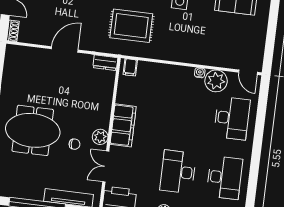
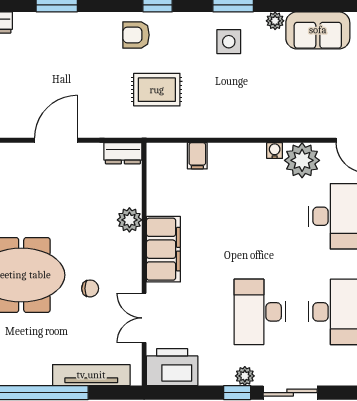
rug: (131, 26) -> (157, 90), width x0.73, depth x0.70
filing cabinet: (130, 67) -> (197, 156), moved
plant: (100, 137) -> (129, 220), moved

